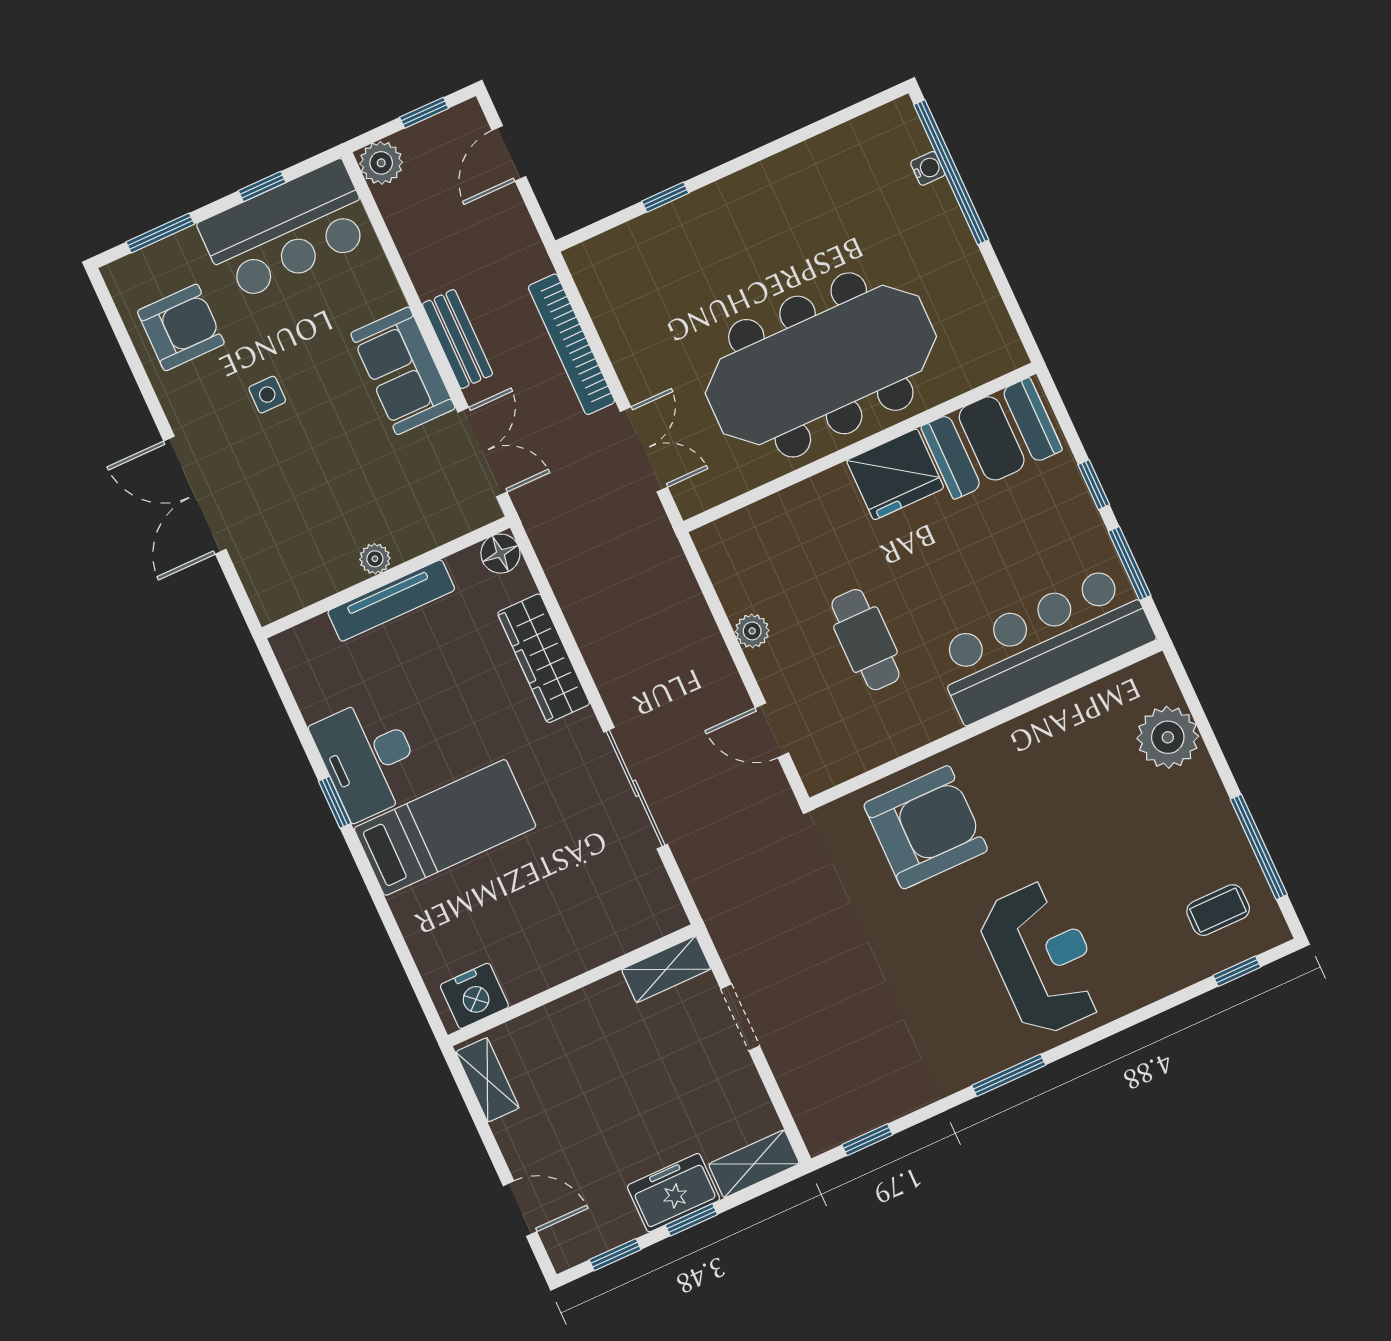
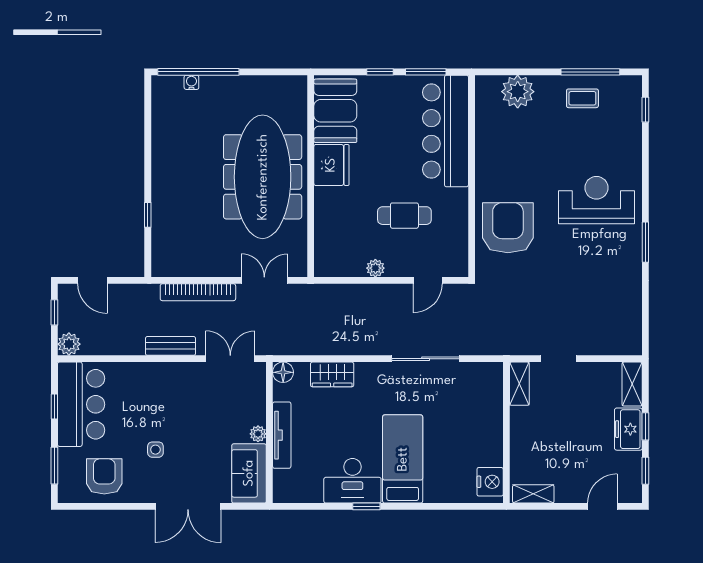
sofa: (403, 371) -> (249, 473), moved, turned 90
wardrobe: (544, 658) -> (332, 374), width x0.67
coffee table: (1218, 910) -> (582, 98), moved, turned 90
window: (867, 1140) -> (645, 324), removed

